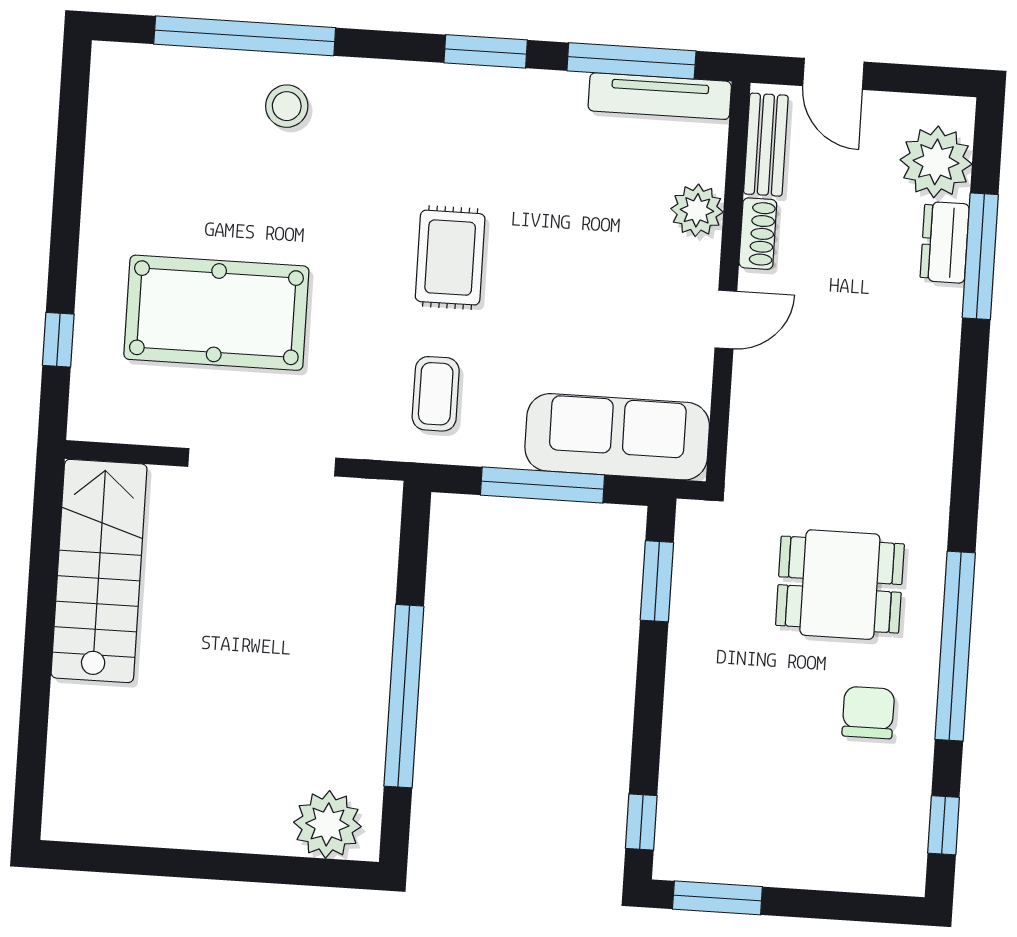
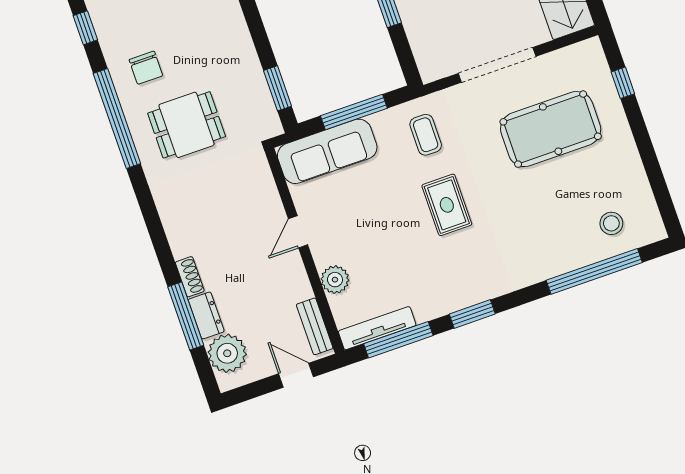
stool: (287, 106) -> (611, 223), moved
shoe rack: (758, 234) -> (190, 277), moved, turned 180

